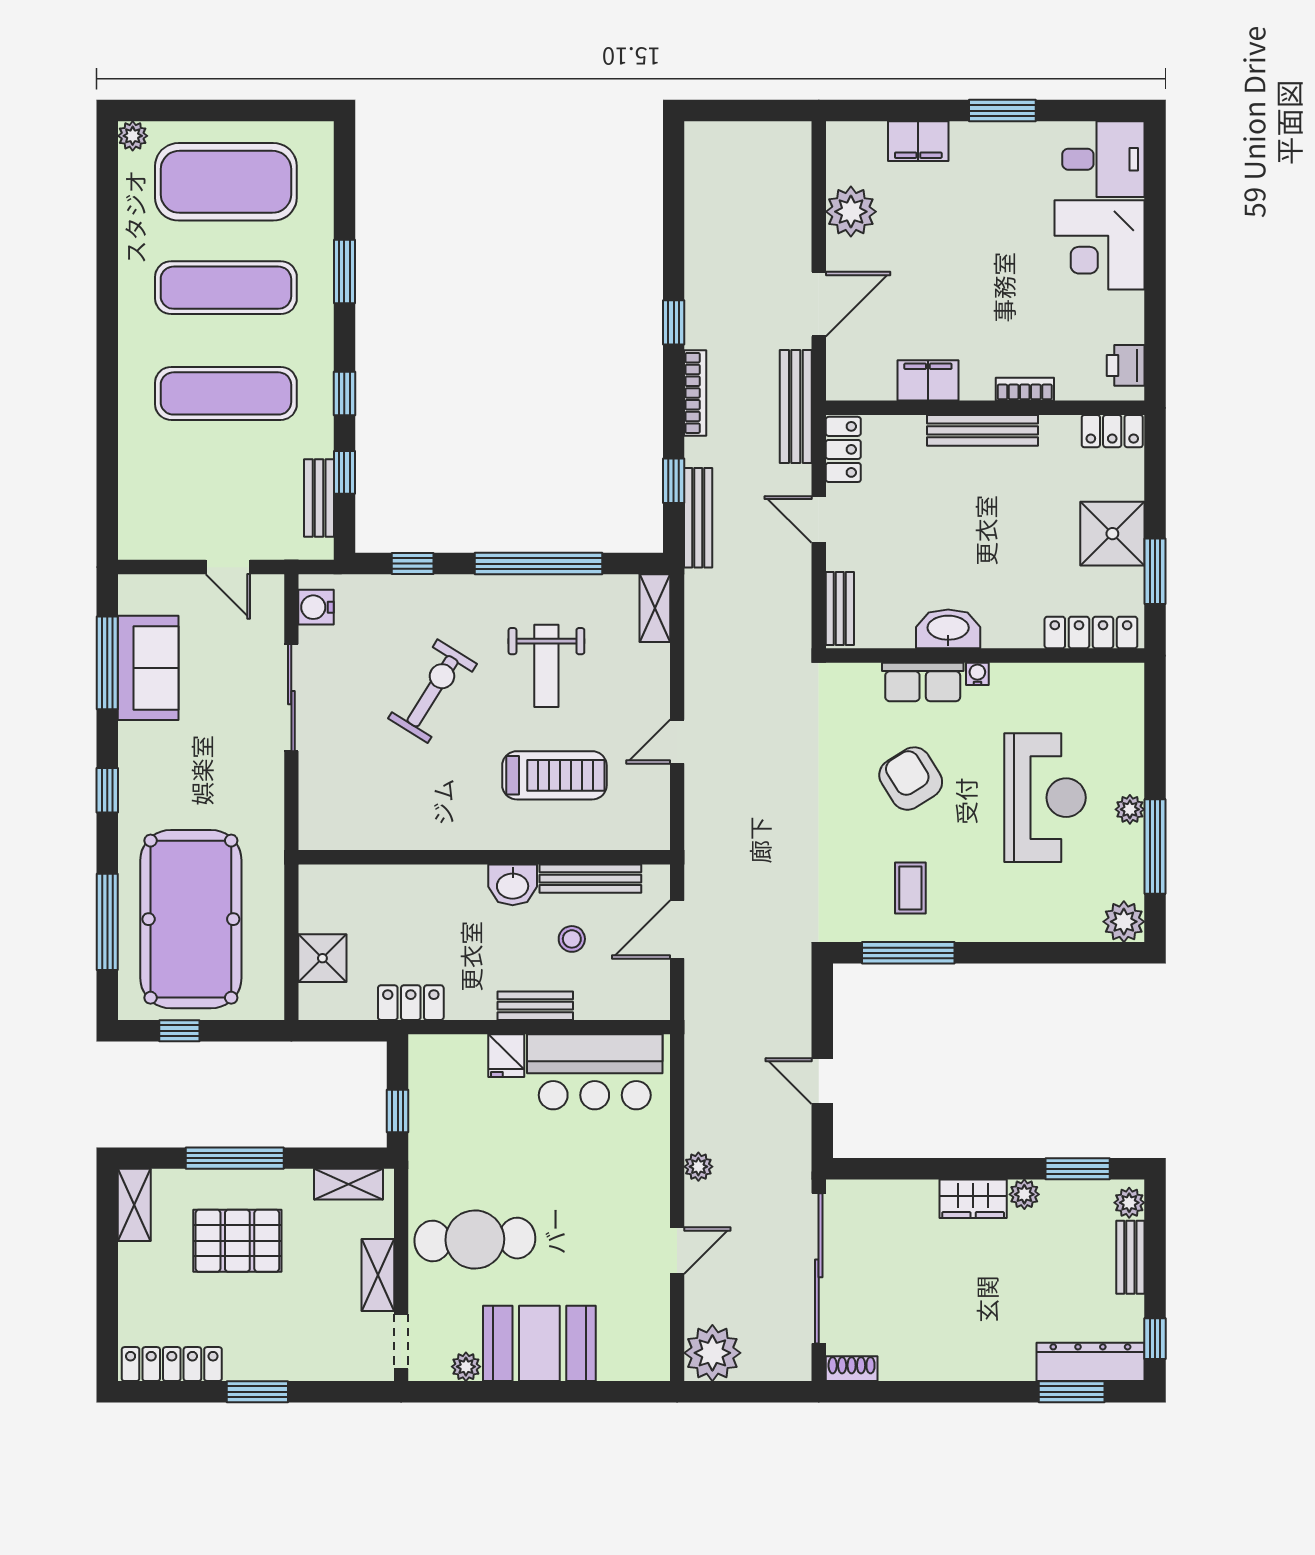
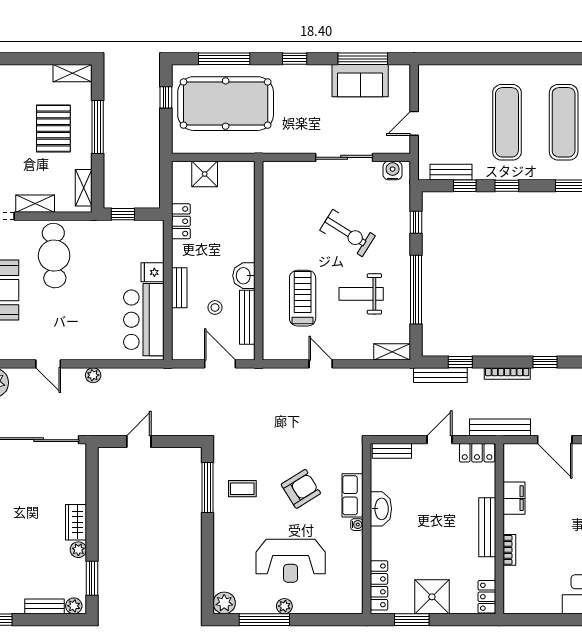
printer: (1126, 365) -> (522, 604), removed
treadmill: (554, 775) -> (303, 298), turned 180

